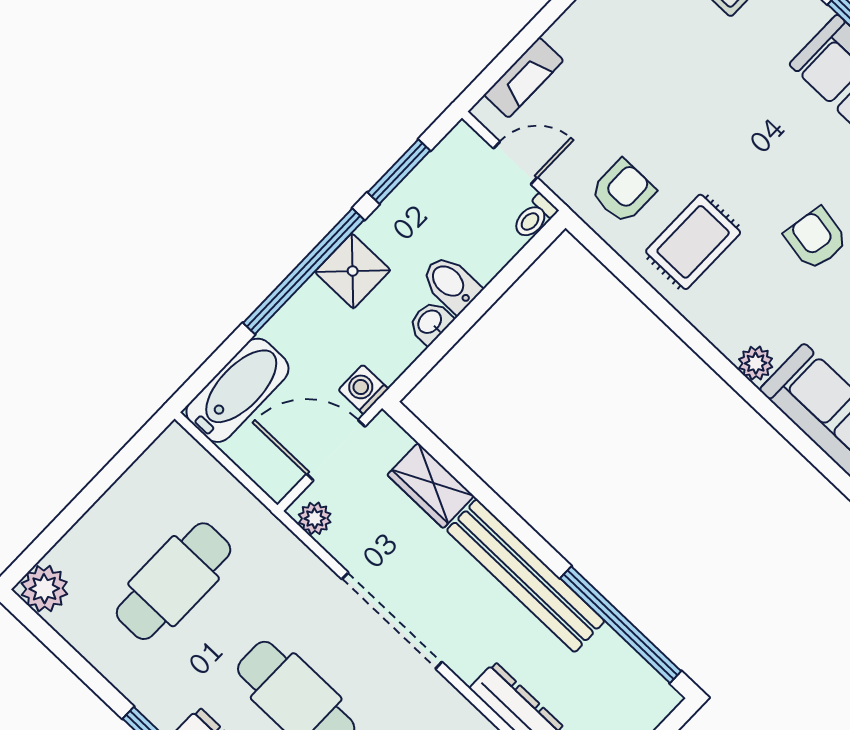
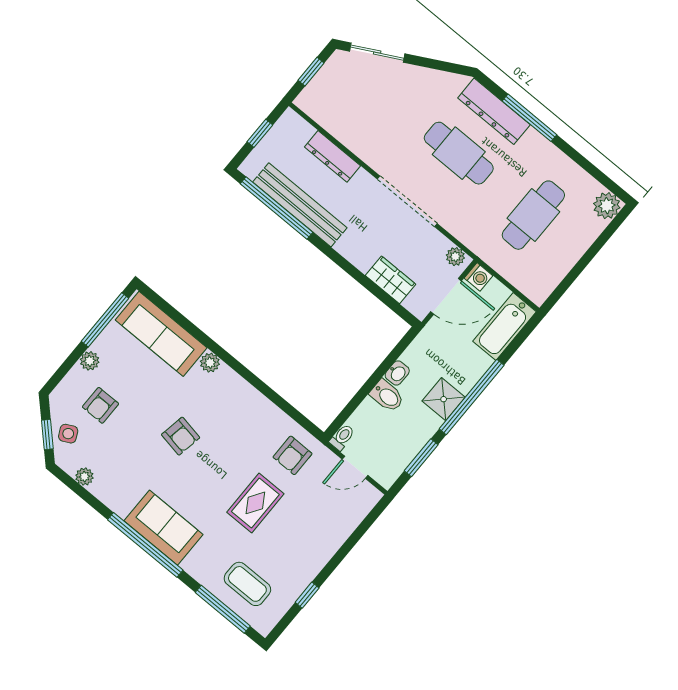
fireplace: (524, 78) -> (354, 516), removed
rug: (693, 242) -> (255, 503), moved
washing machine: (363, 389) -> (479, 277), moved
bench: (526, 576) -> (300, 205), moved

